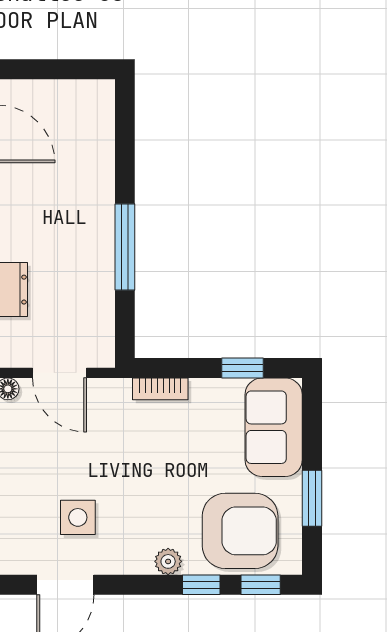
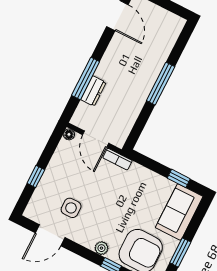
window: (125, 247) -> (161, 84), moved
bookcase: (160, 389) -> (118, 159), moved

